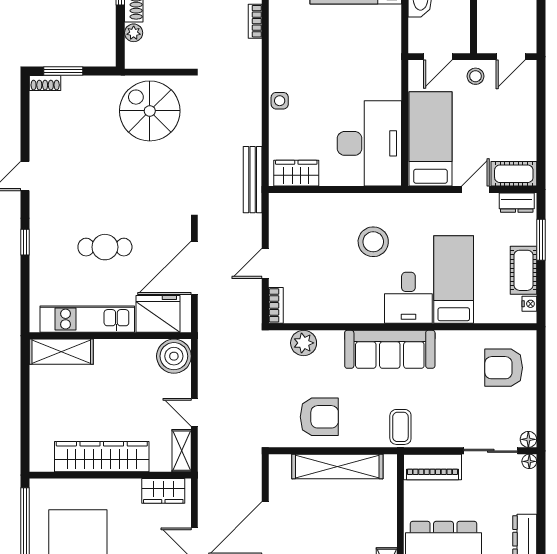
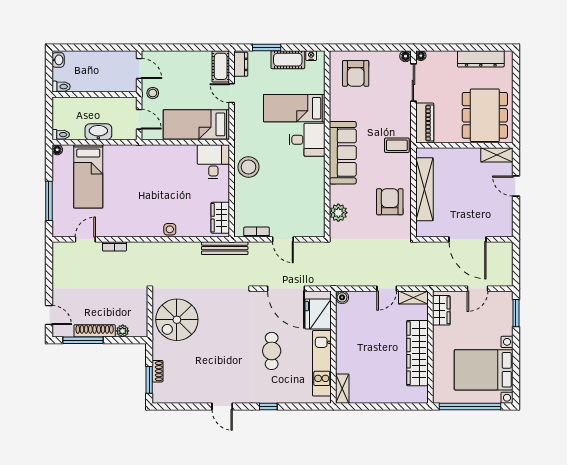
shoe rack: (45, 83) -> (158, 371), moved
desk: (369, 143) -> (213, 162), width x0.53, depth x0.77
stool: (373, 242) -> (248, 167), moved
bookcase: (276, 305) -> (257, 232), moved
shelving: (61, 352) -> (342, 389), width x0.67, depth x0.75
boiler: (174, 356) -> (342, 297), width x0.54, depth x0.54

